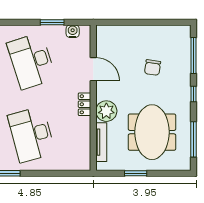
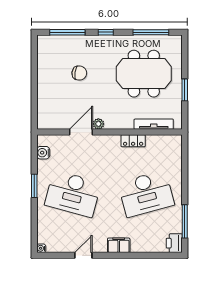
window: (52, 22) -> (34, 186), moved
desk: (31, 61) -> (73, 194), turned 33
locker: (85, 104) -> (133, 141), moved
plant: (106, 111) -> (98, 124), moved, width x0.53, depth x0.53

